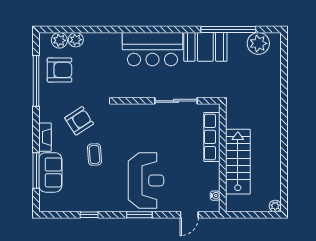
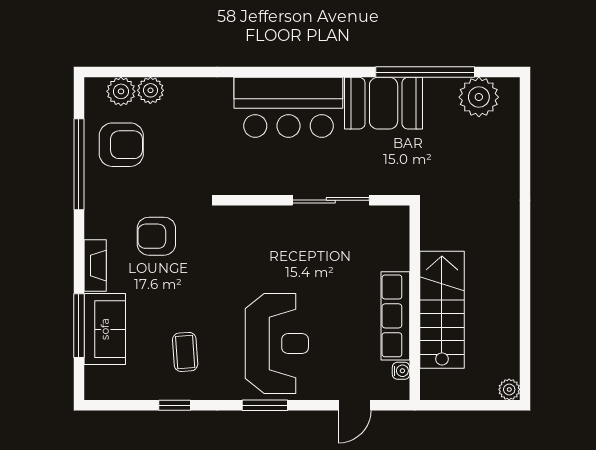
armchair: (79, 121) -> (156, 236), turned -147
row of seats: (212, 137) -> (395, 316), moved
coffee table: (94, 154) -> (185, 352), moved

